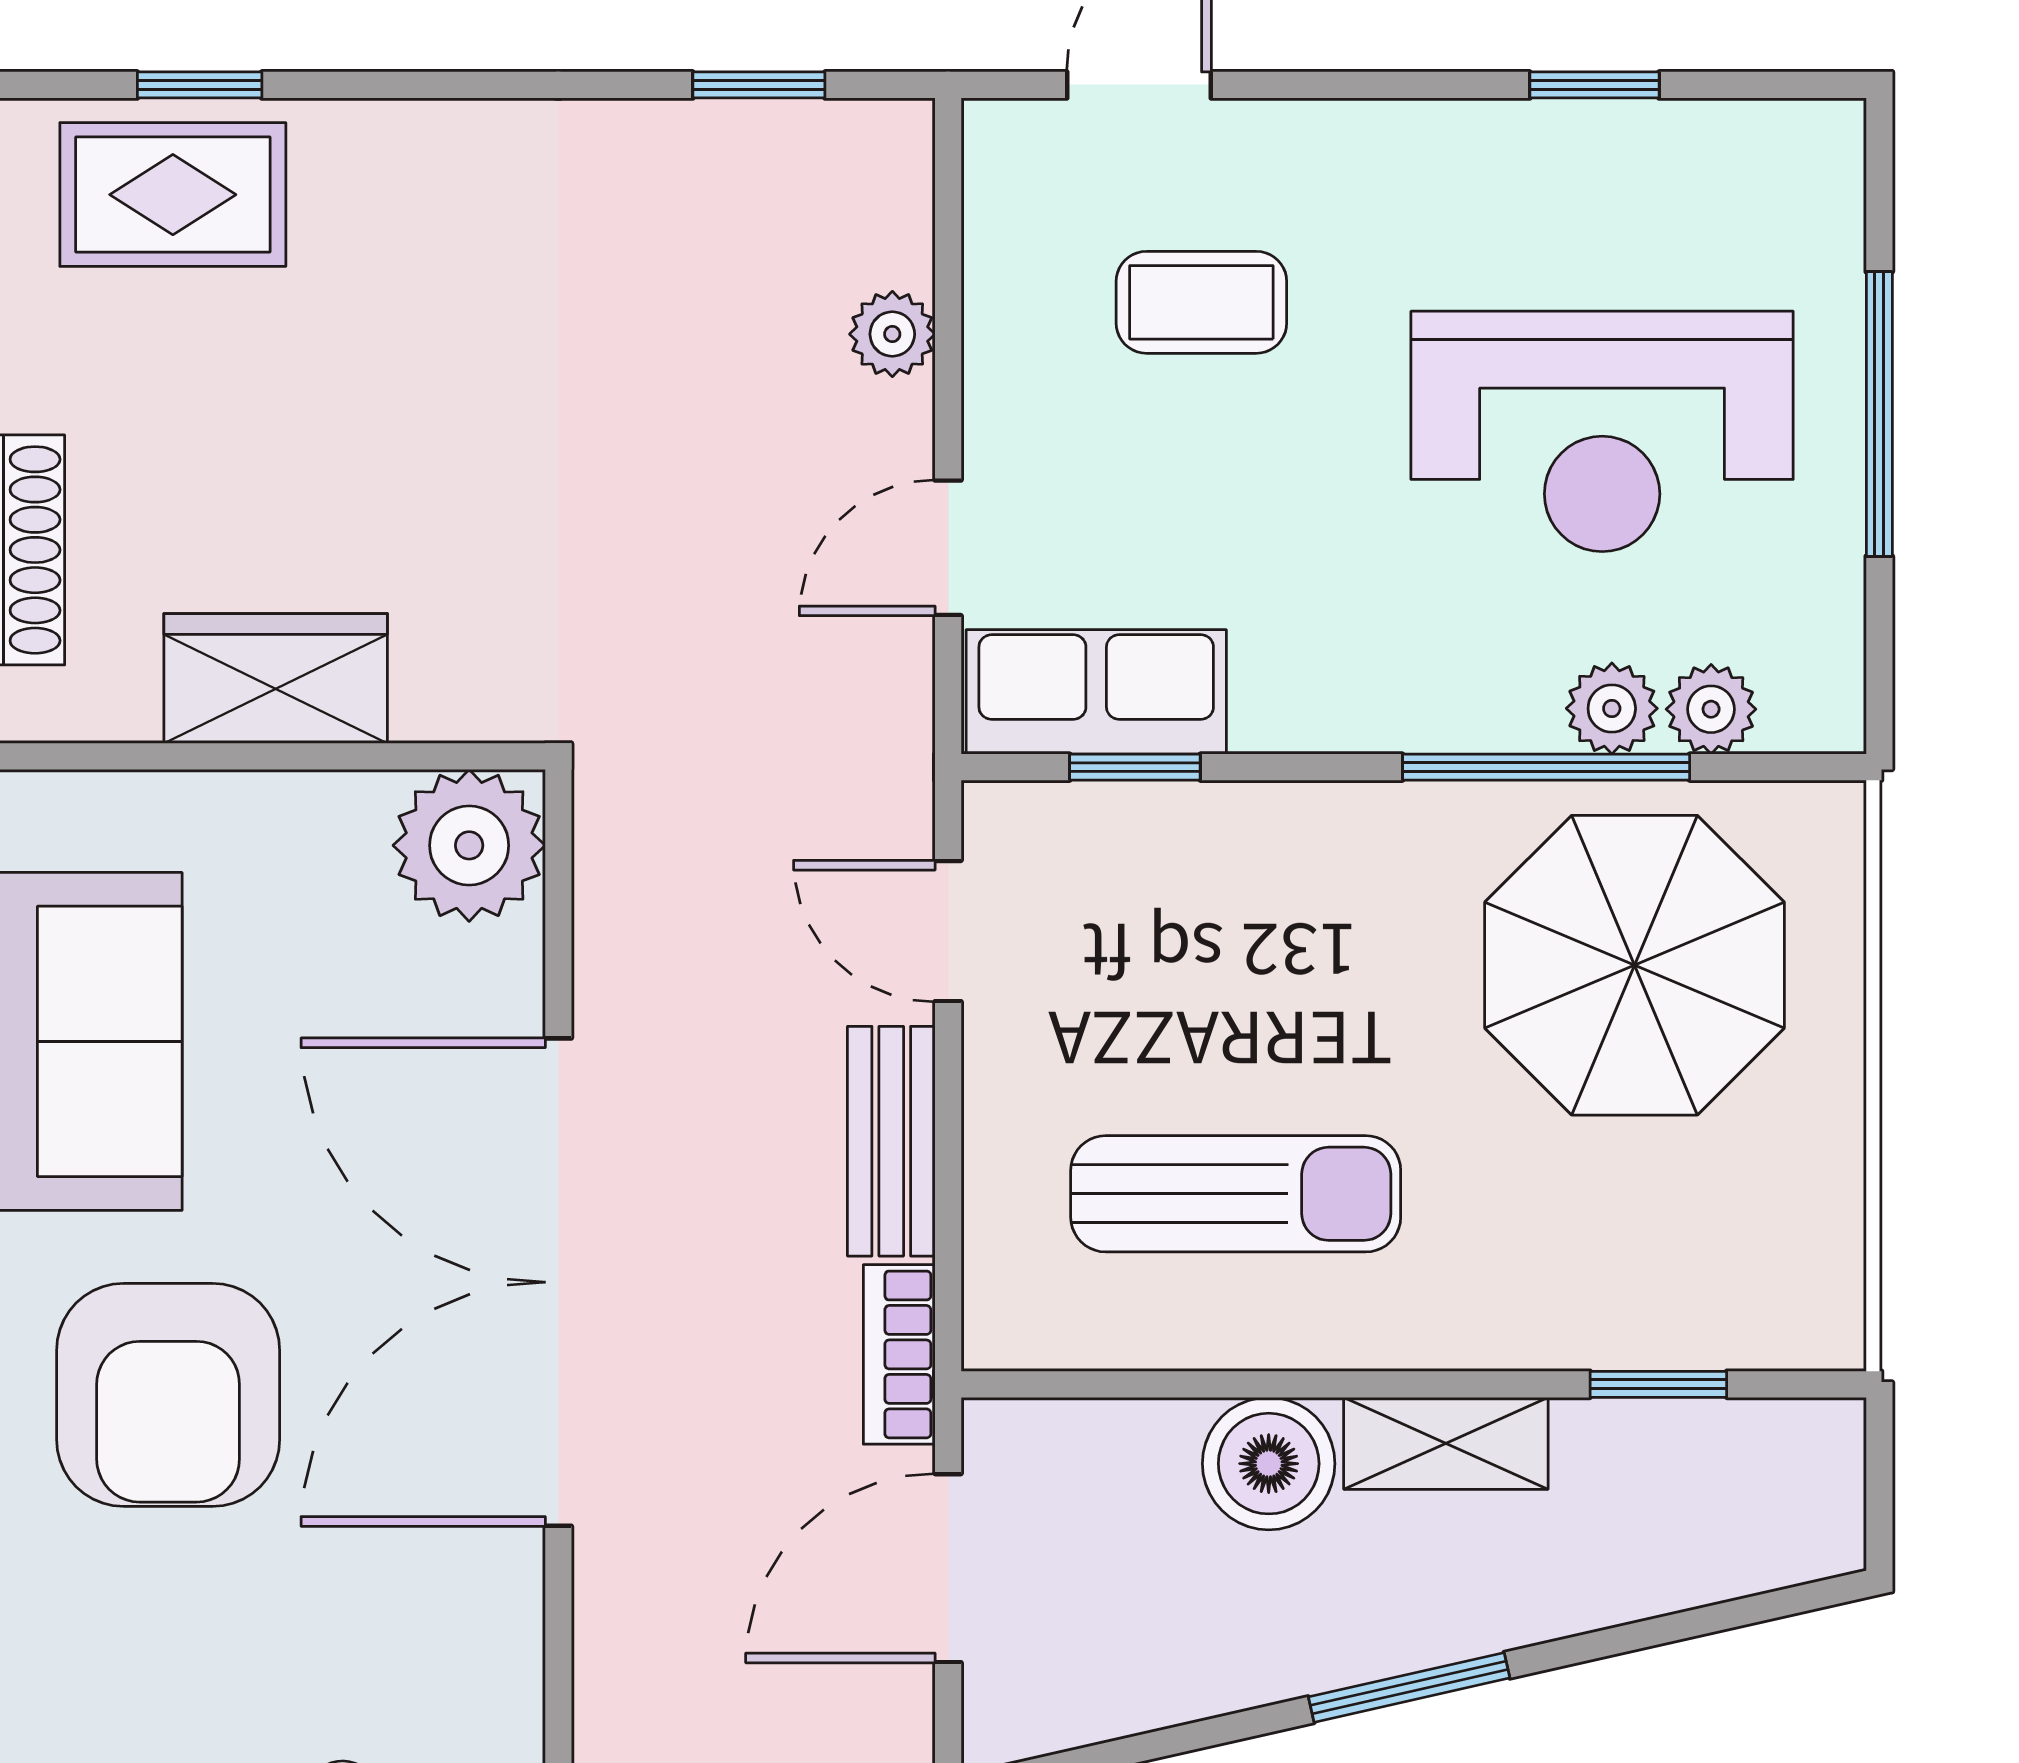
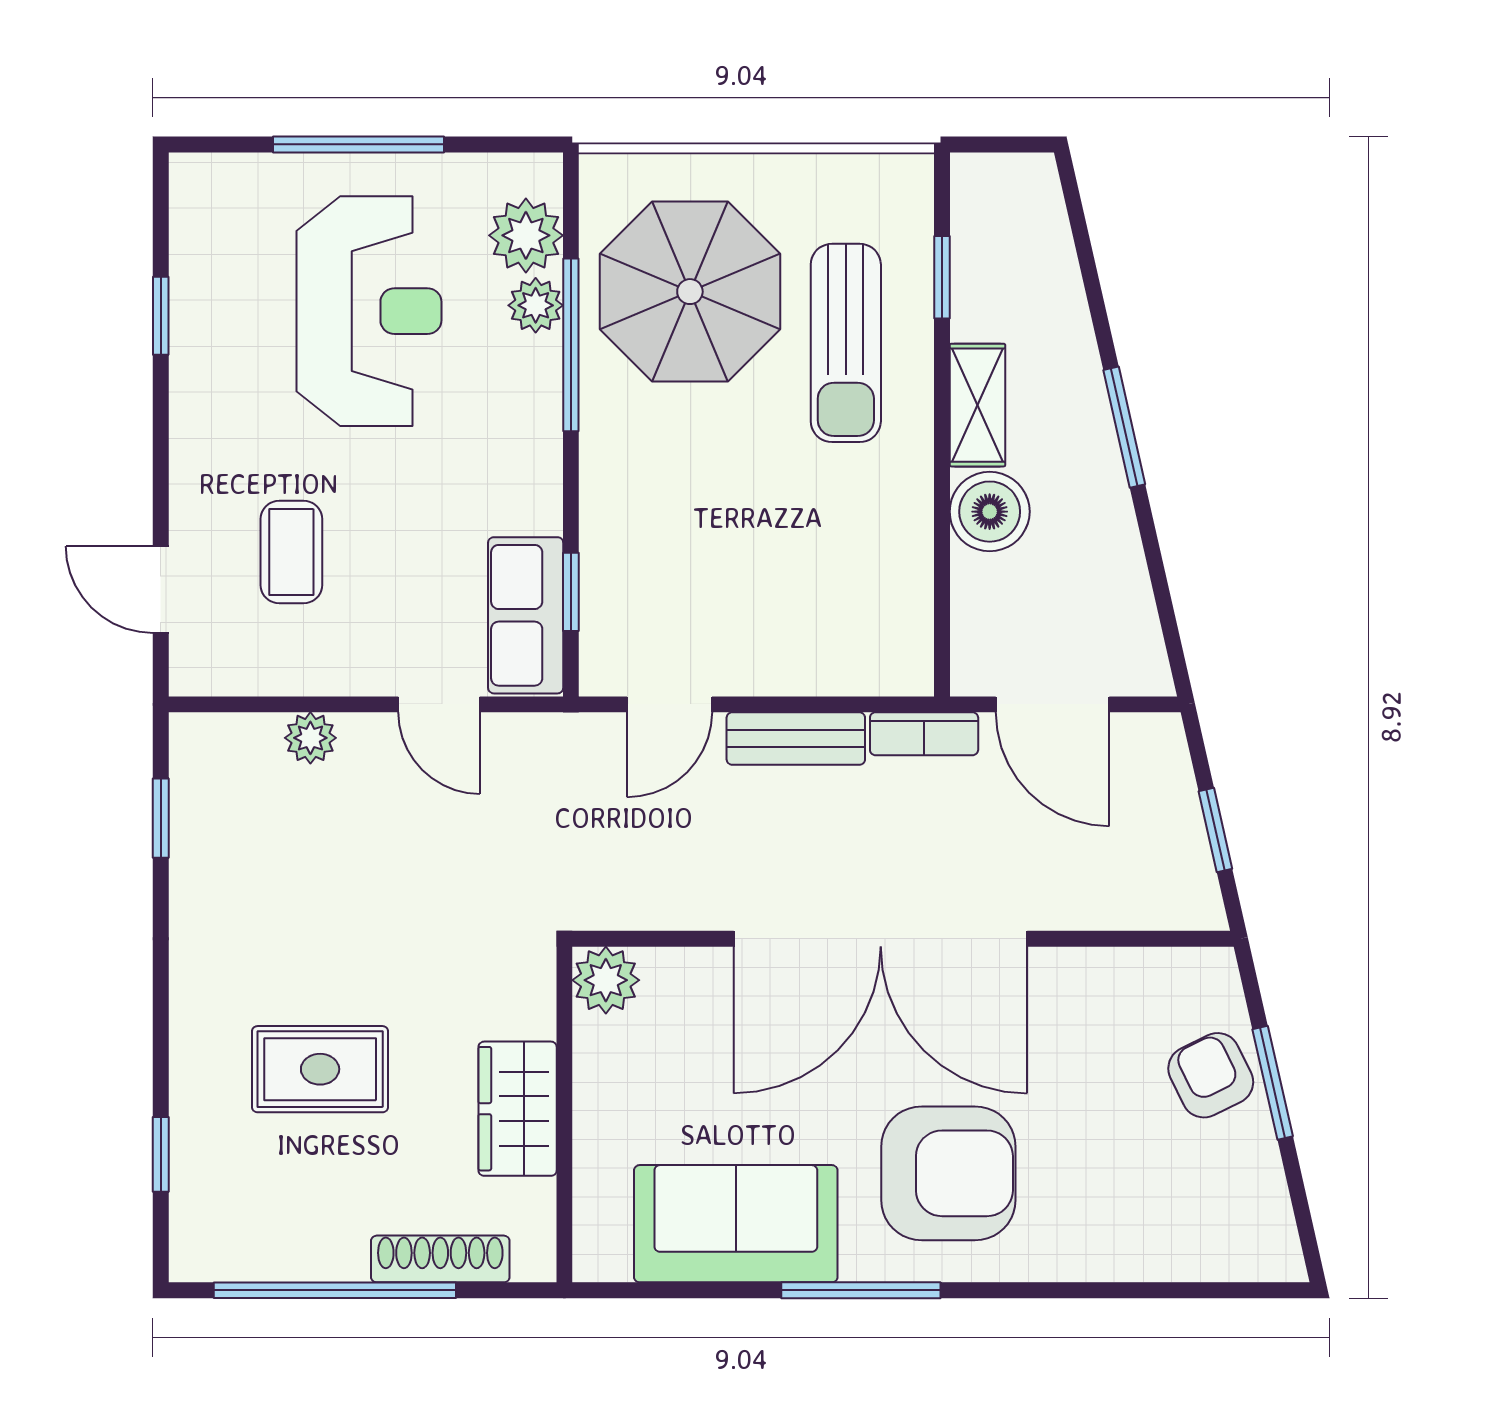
rug: (173, 195) -> (320, 1069), moved, turned 90
plant: (1711, 709) -> (526, 235), width x1.38, depth x1.38
plant: (469, 845) -> (606, 980), width x0.73, depth x0.73
sun lounger: (1236, 1194) -> (846, 343), moved, turned 180

